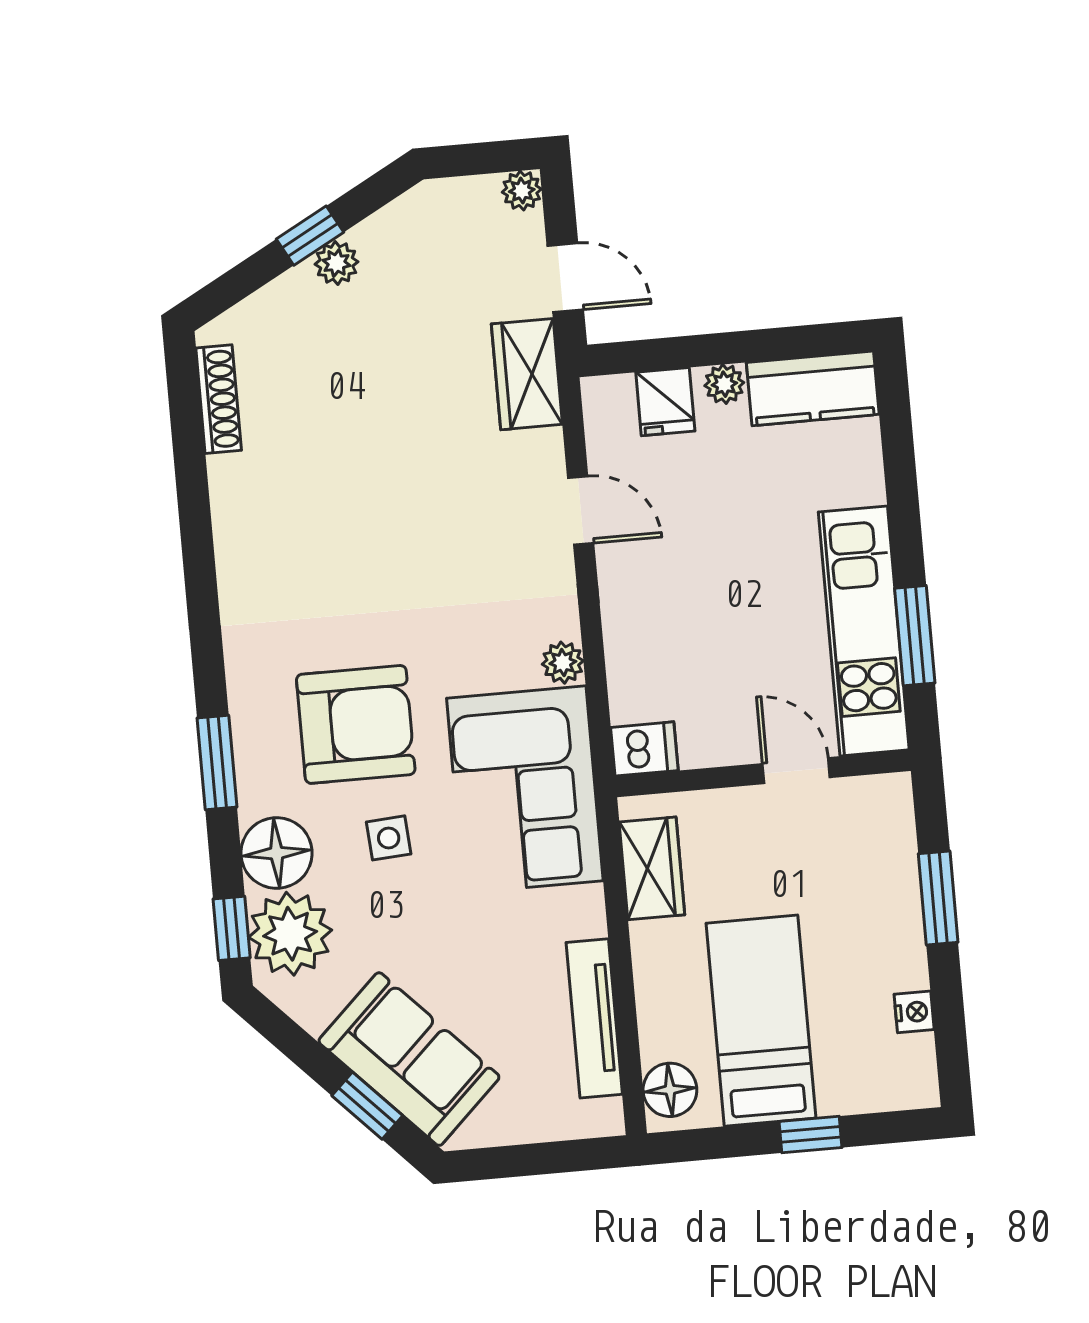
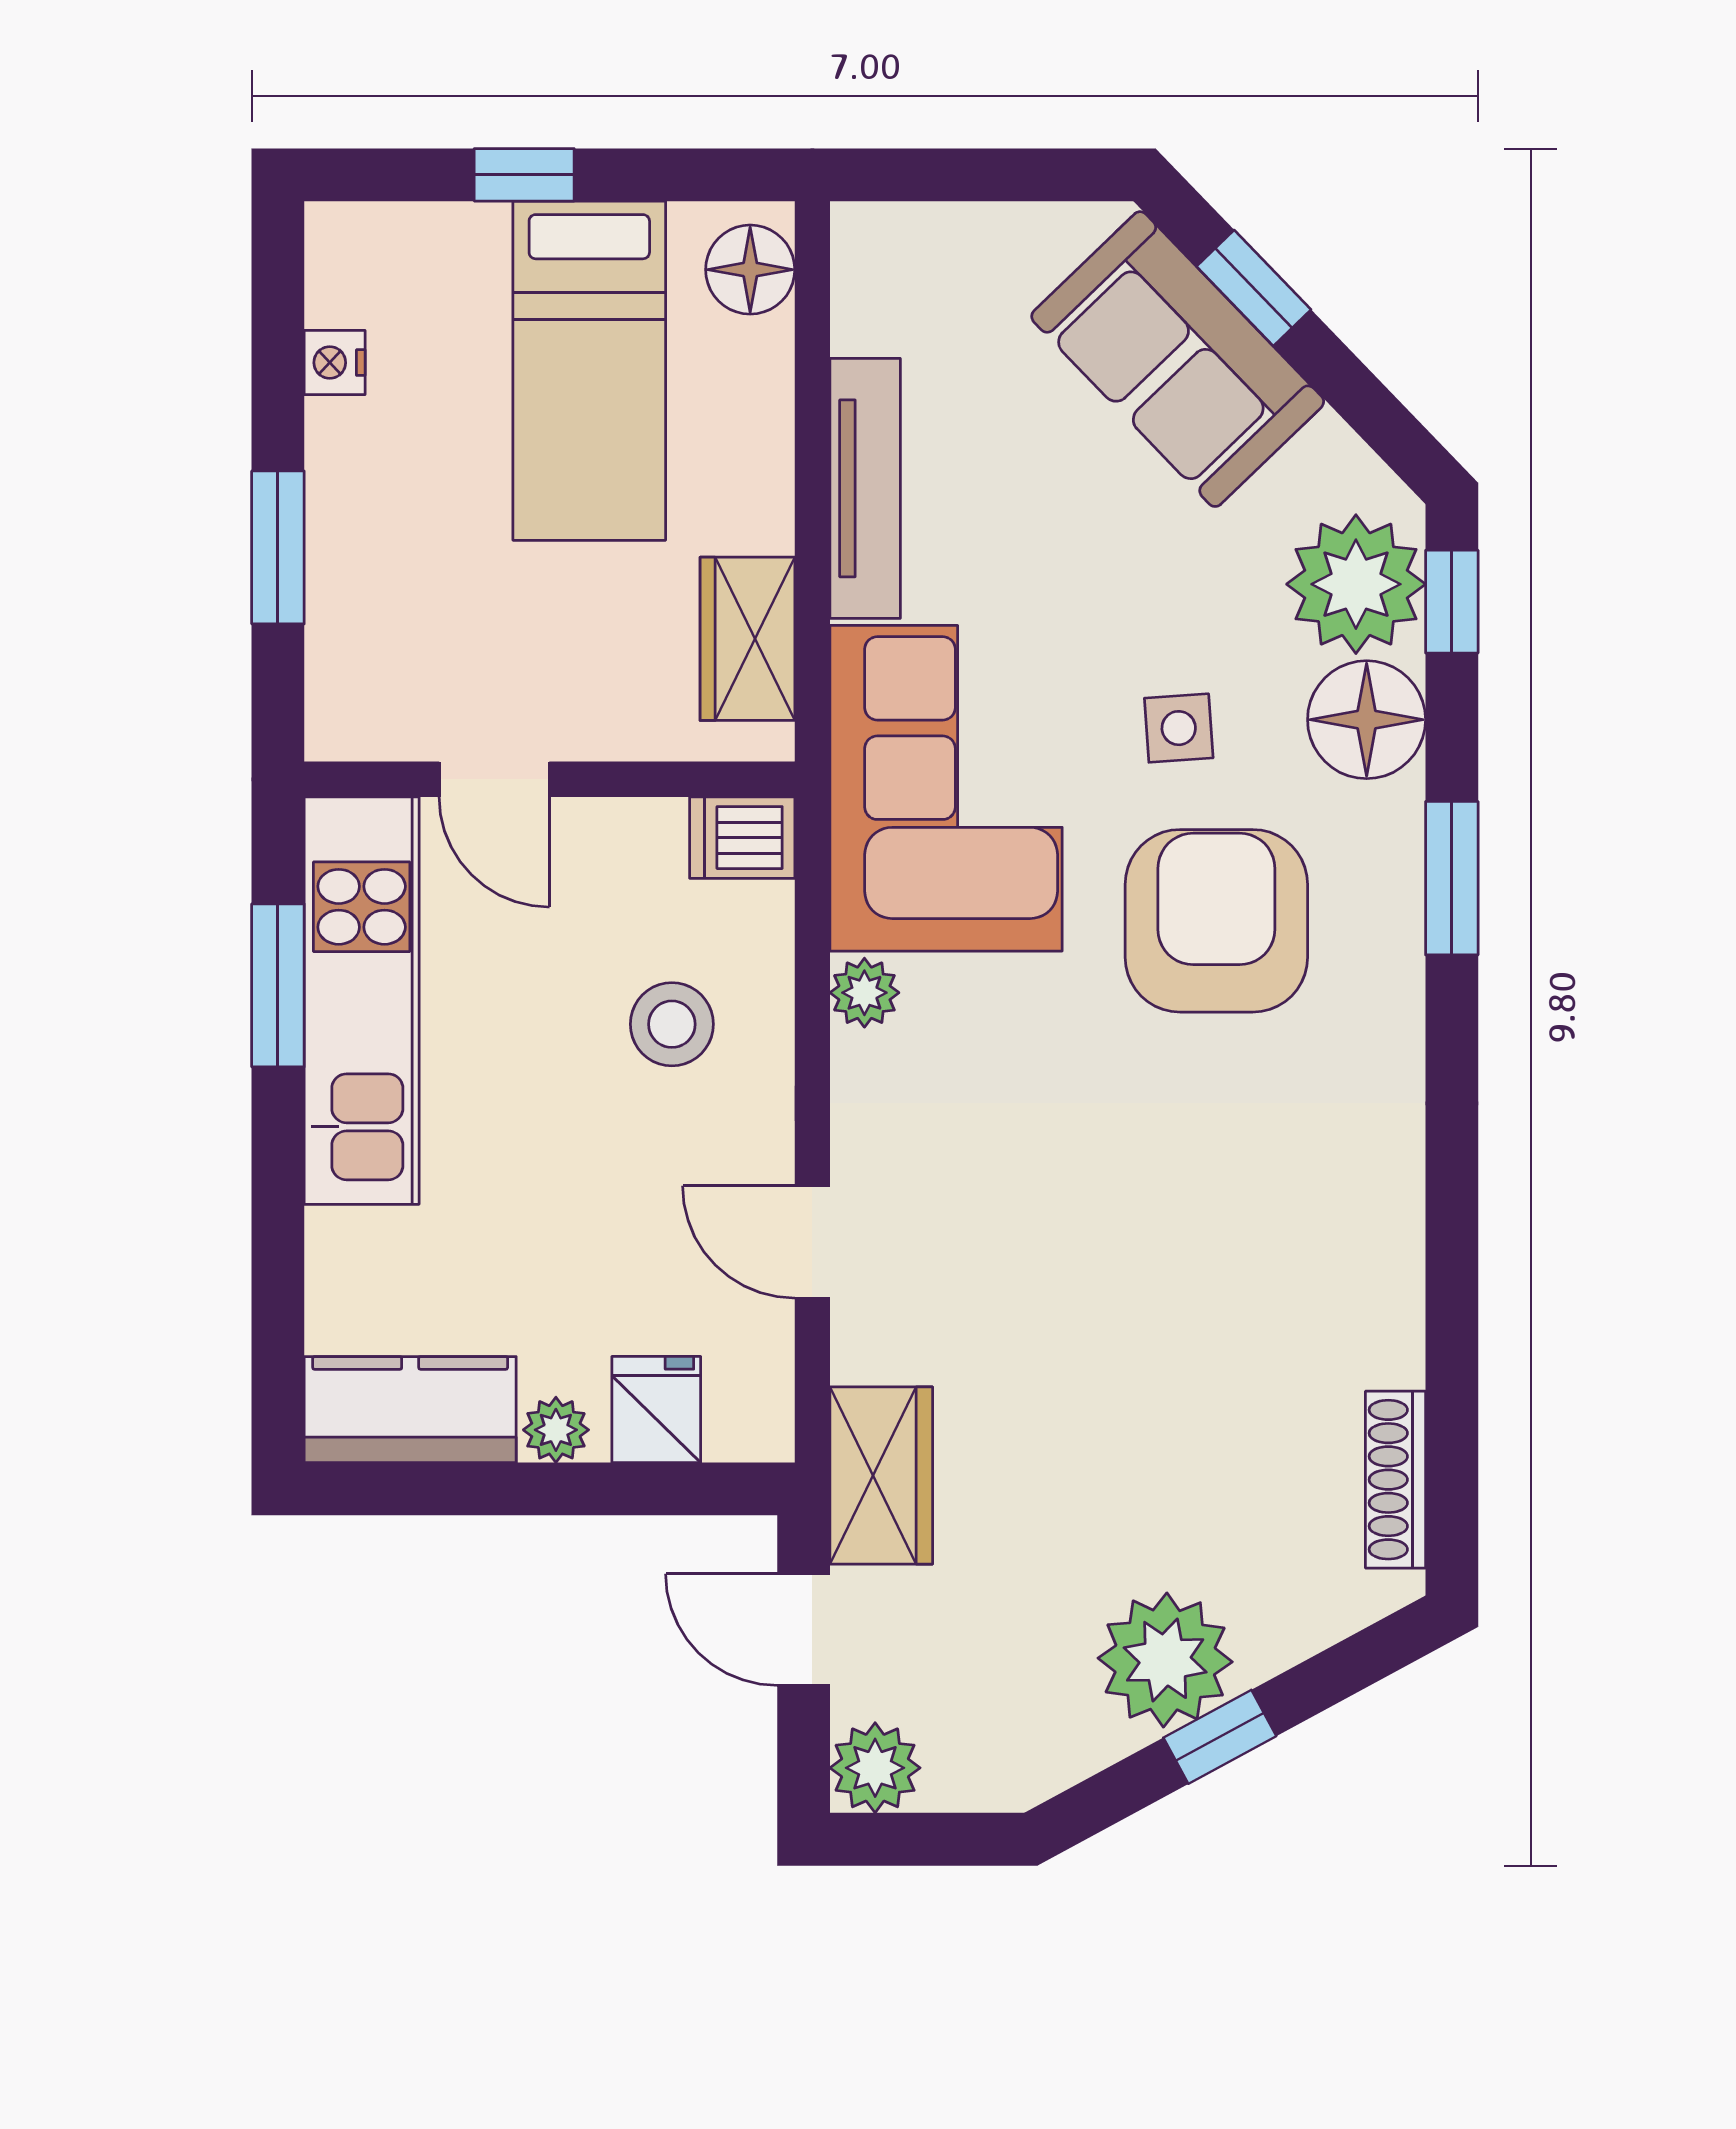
plant: (522, 191) -> (875, 1768), width x1.38, depth x1.38
plant: (336, 263) -> (1165, 1660), width x1.87, depth x1.87
stool: (677, 633) -> (672, 1024), added
armchair: (356, 724) -> (1216, 921), turned 90
tv unit: (594, 1018) -> (865, 488), moved

